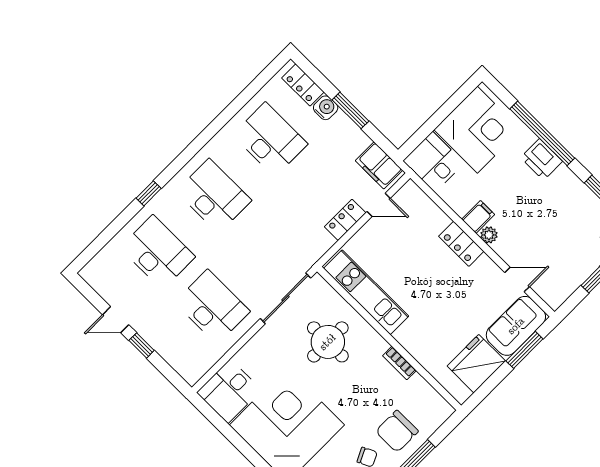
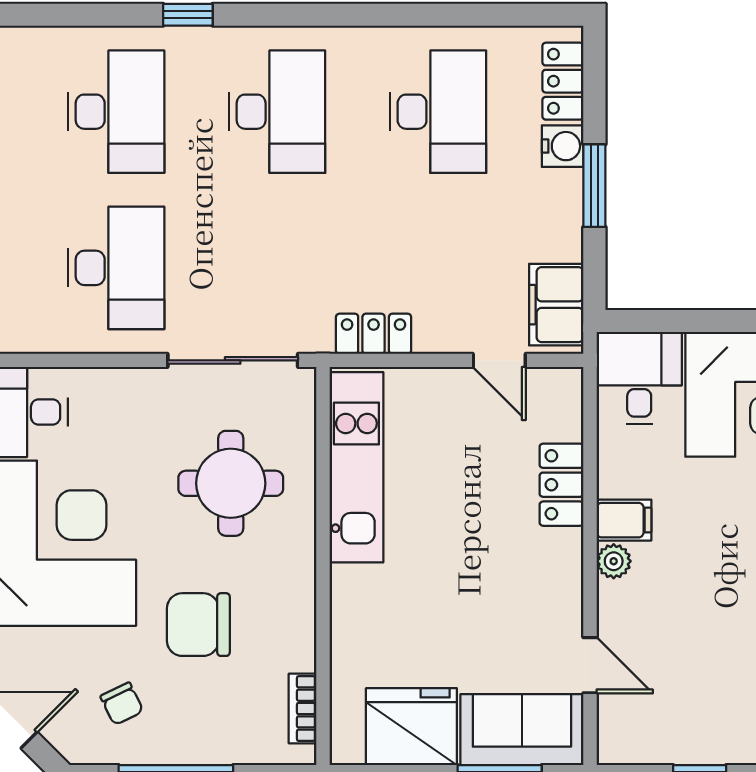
locker: (345, 220) -> (374, 334), moved
locker: (461, 244) -> (561, 485), moved
bookcase: (399, 363) -> (303, 709), moved
chair: (397, 431) -> (198, 625), moved

